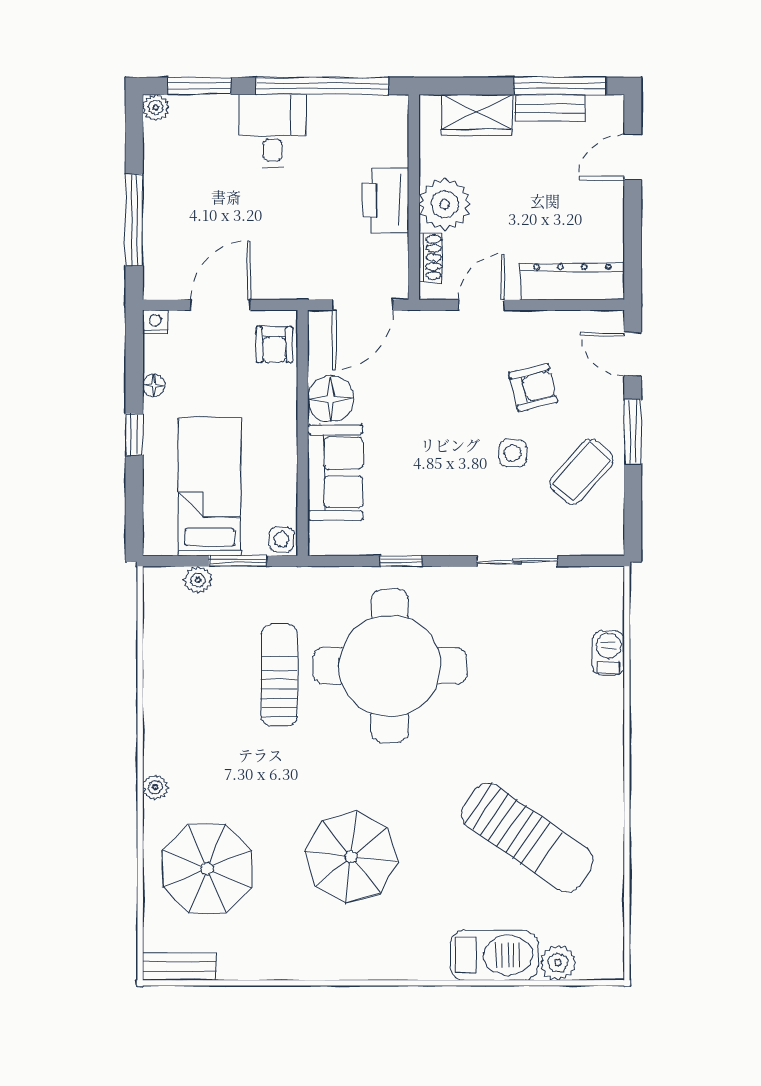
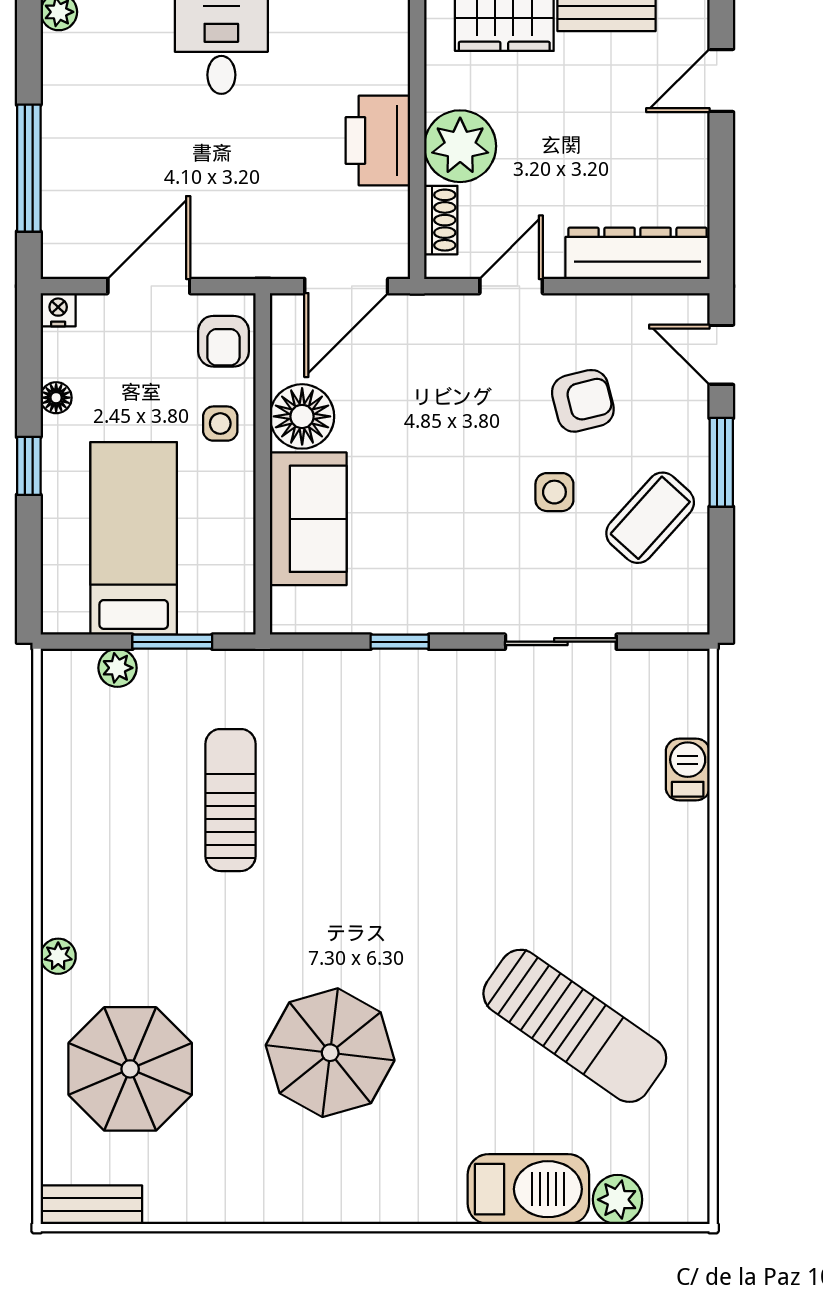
side table: (282, 539) -> (220, 424), moved
round table: (390, 666) -> (384, 787), removed

